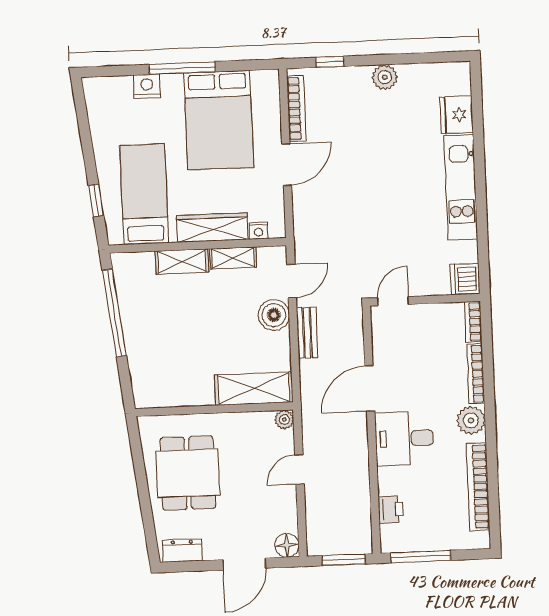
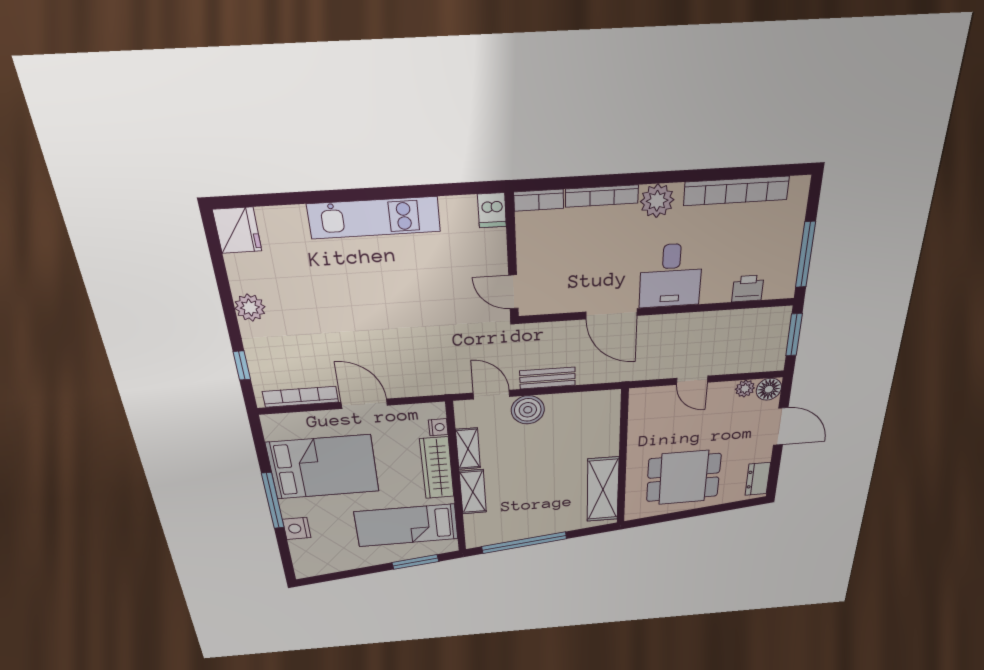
fridge: (457, 115) -> (237, 230), moved, turned -90
window: (96, 200) -> (415, 562), width x1.50
dishwasher: (465, 279) -> (492, 210), width x0.73
shelving: (254, 388) -> (603, 489), moved
plant: (284, 419) -> (745, 389), moved

